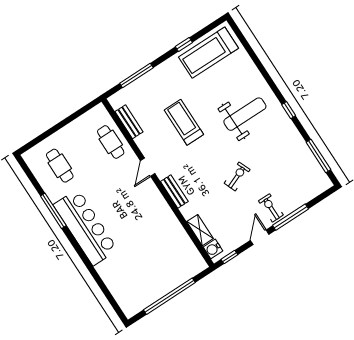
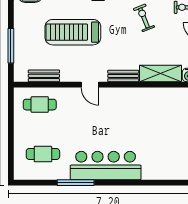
treadmill: (184, 122) -> (73, 32), width x1.37, depth x1.38
cafe table: (111, 142) -> (40, 105), moved
shelving: (200, 230) -> (161, 73), width x1.50, depth x1.33

